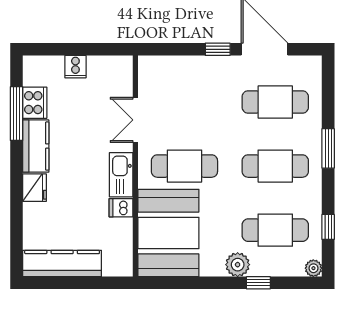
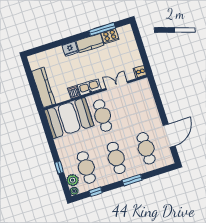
window: (218, 49) -> (162, 114), removed
cooker: (75, 67) -> (140, 72), moved
kitchen counter: (62, 264) -> (44, 88), moved
plant: (238, 265) -> (73, 180), moved

